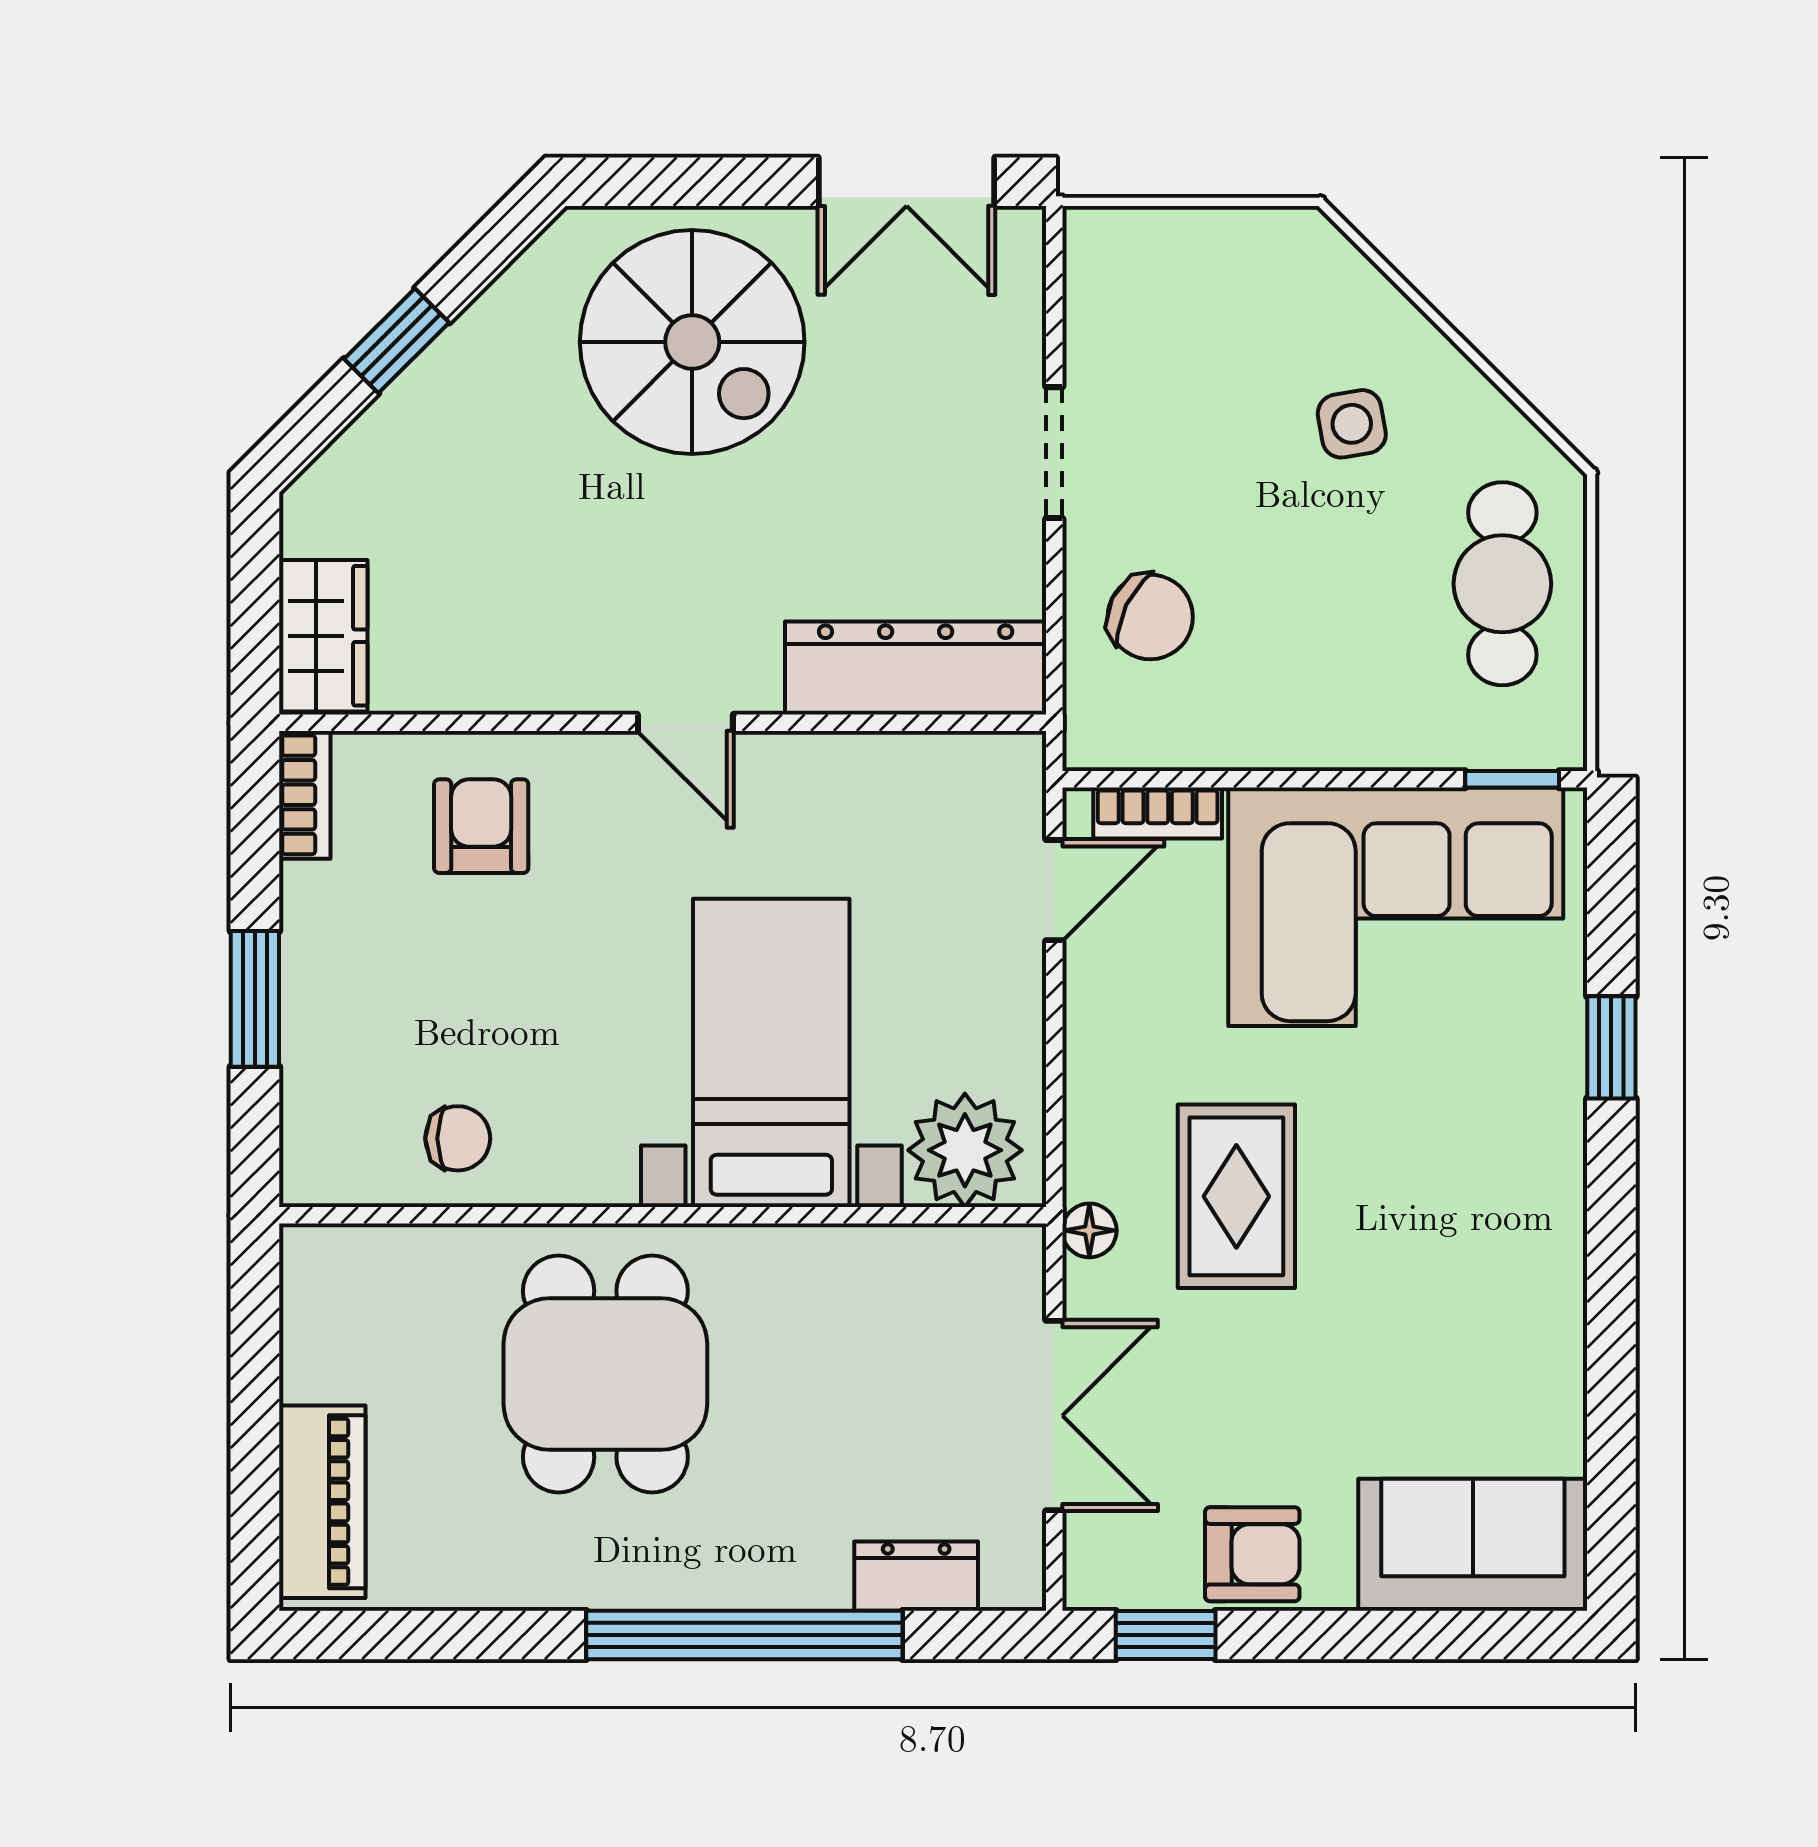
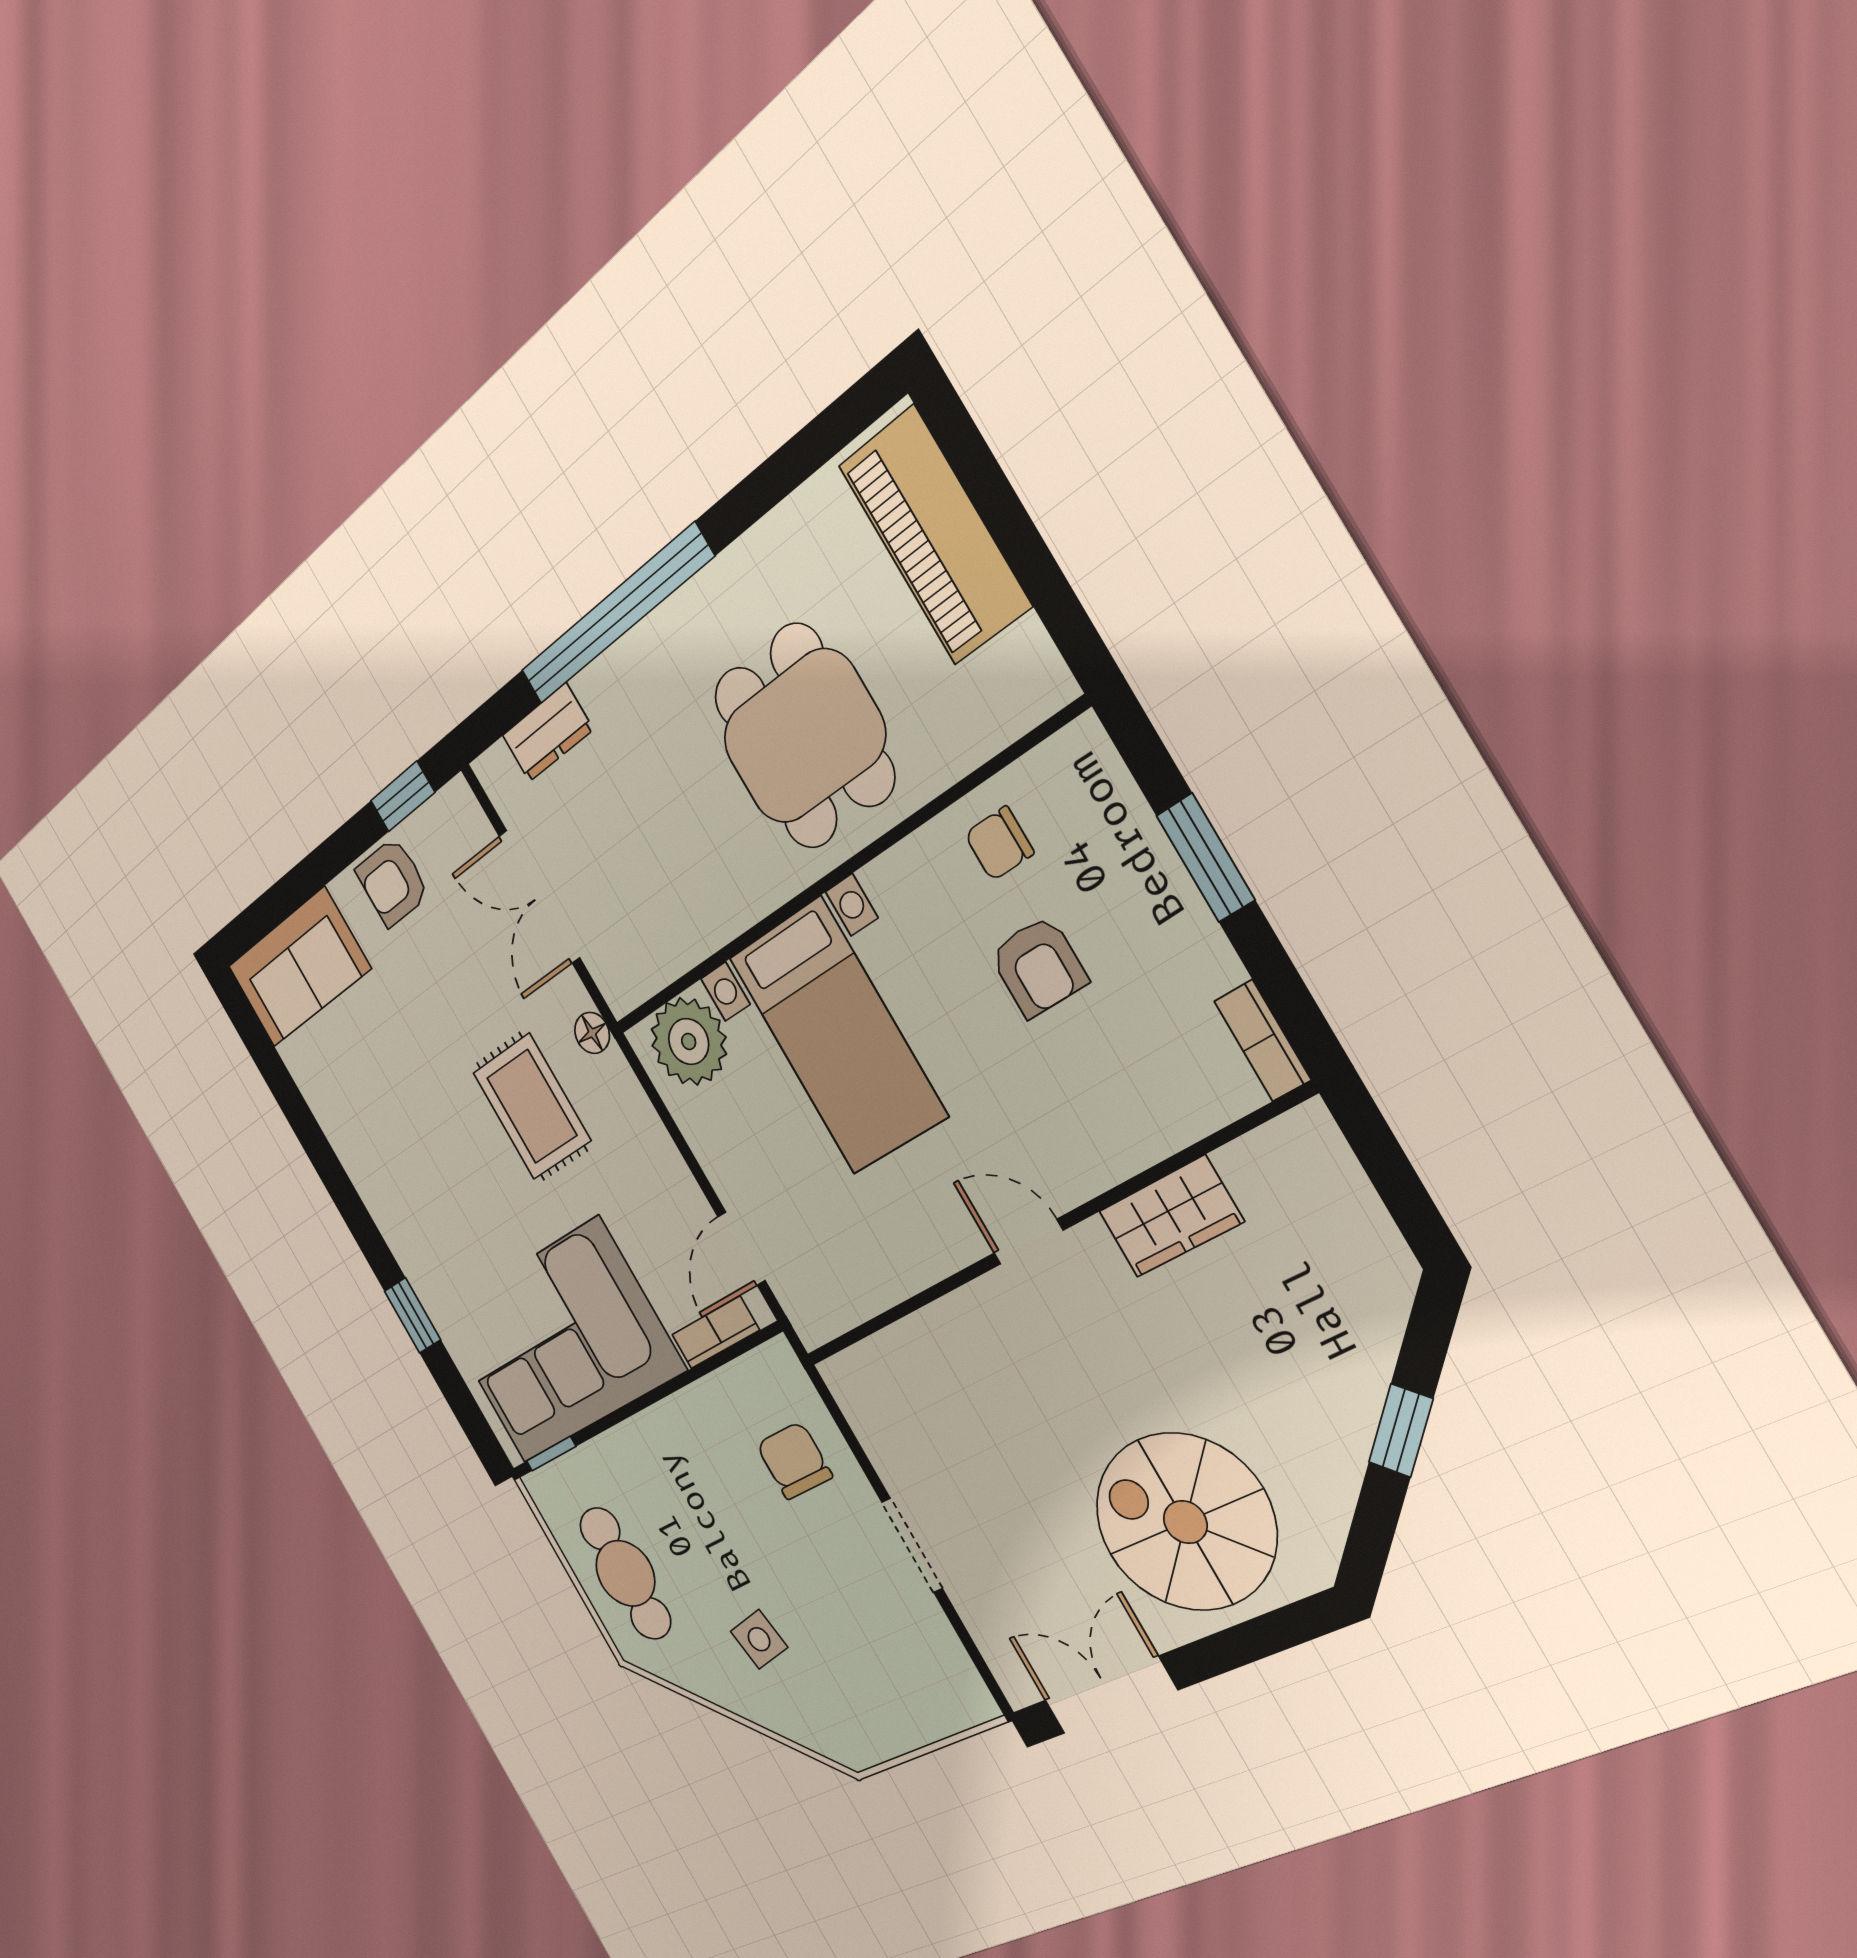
chair: (1150, 617) -> (794, 1461), turned 64
wardrobe: (323, 636) -> (1171, 1216), moved, turned -90
dresser: (916, 668) -> (908, 1357), removed
armchair: (481, 826) -> (1038, 967), moved
piano: (322, 1502) -> (935, 535), width x1.37, depth x1.33

